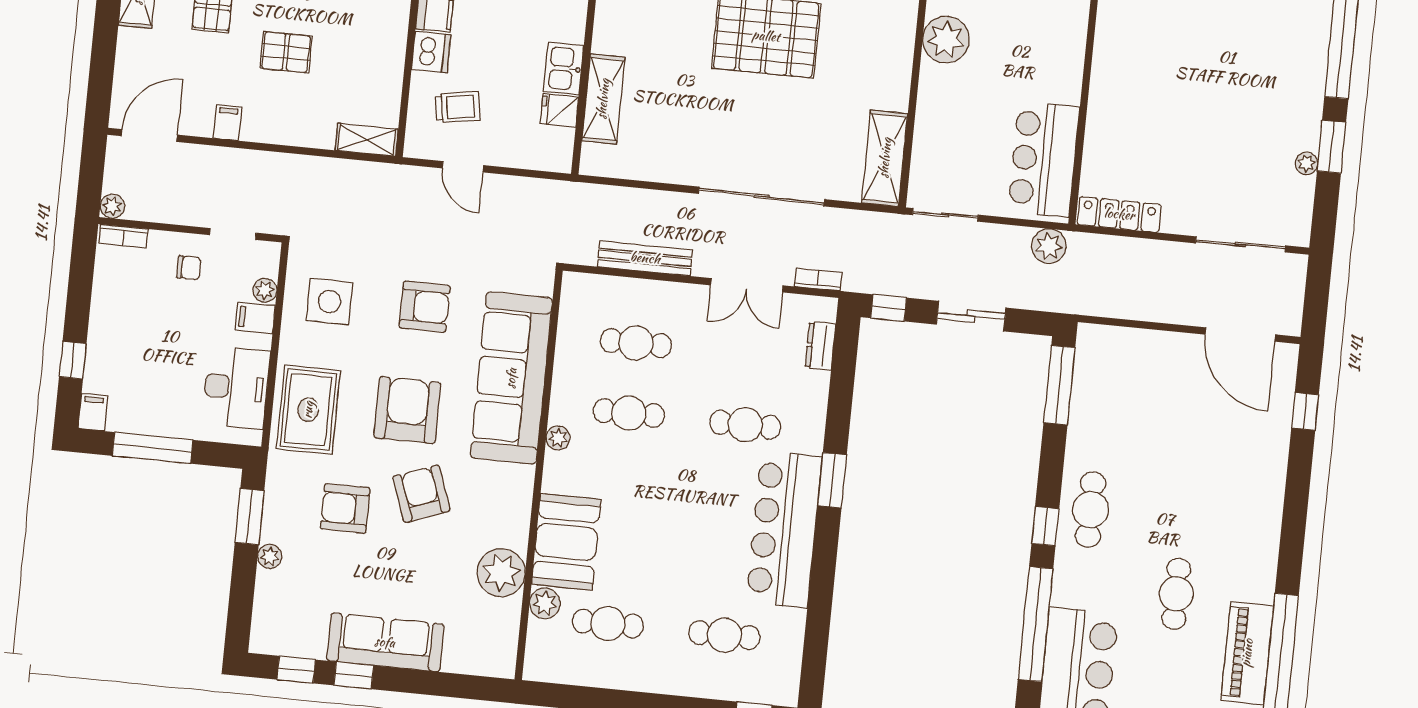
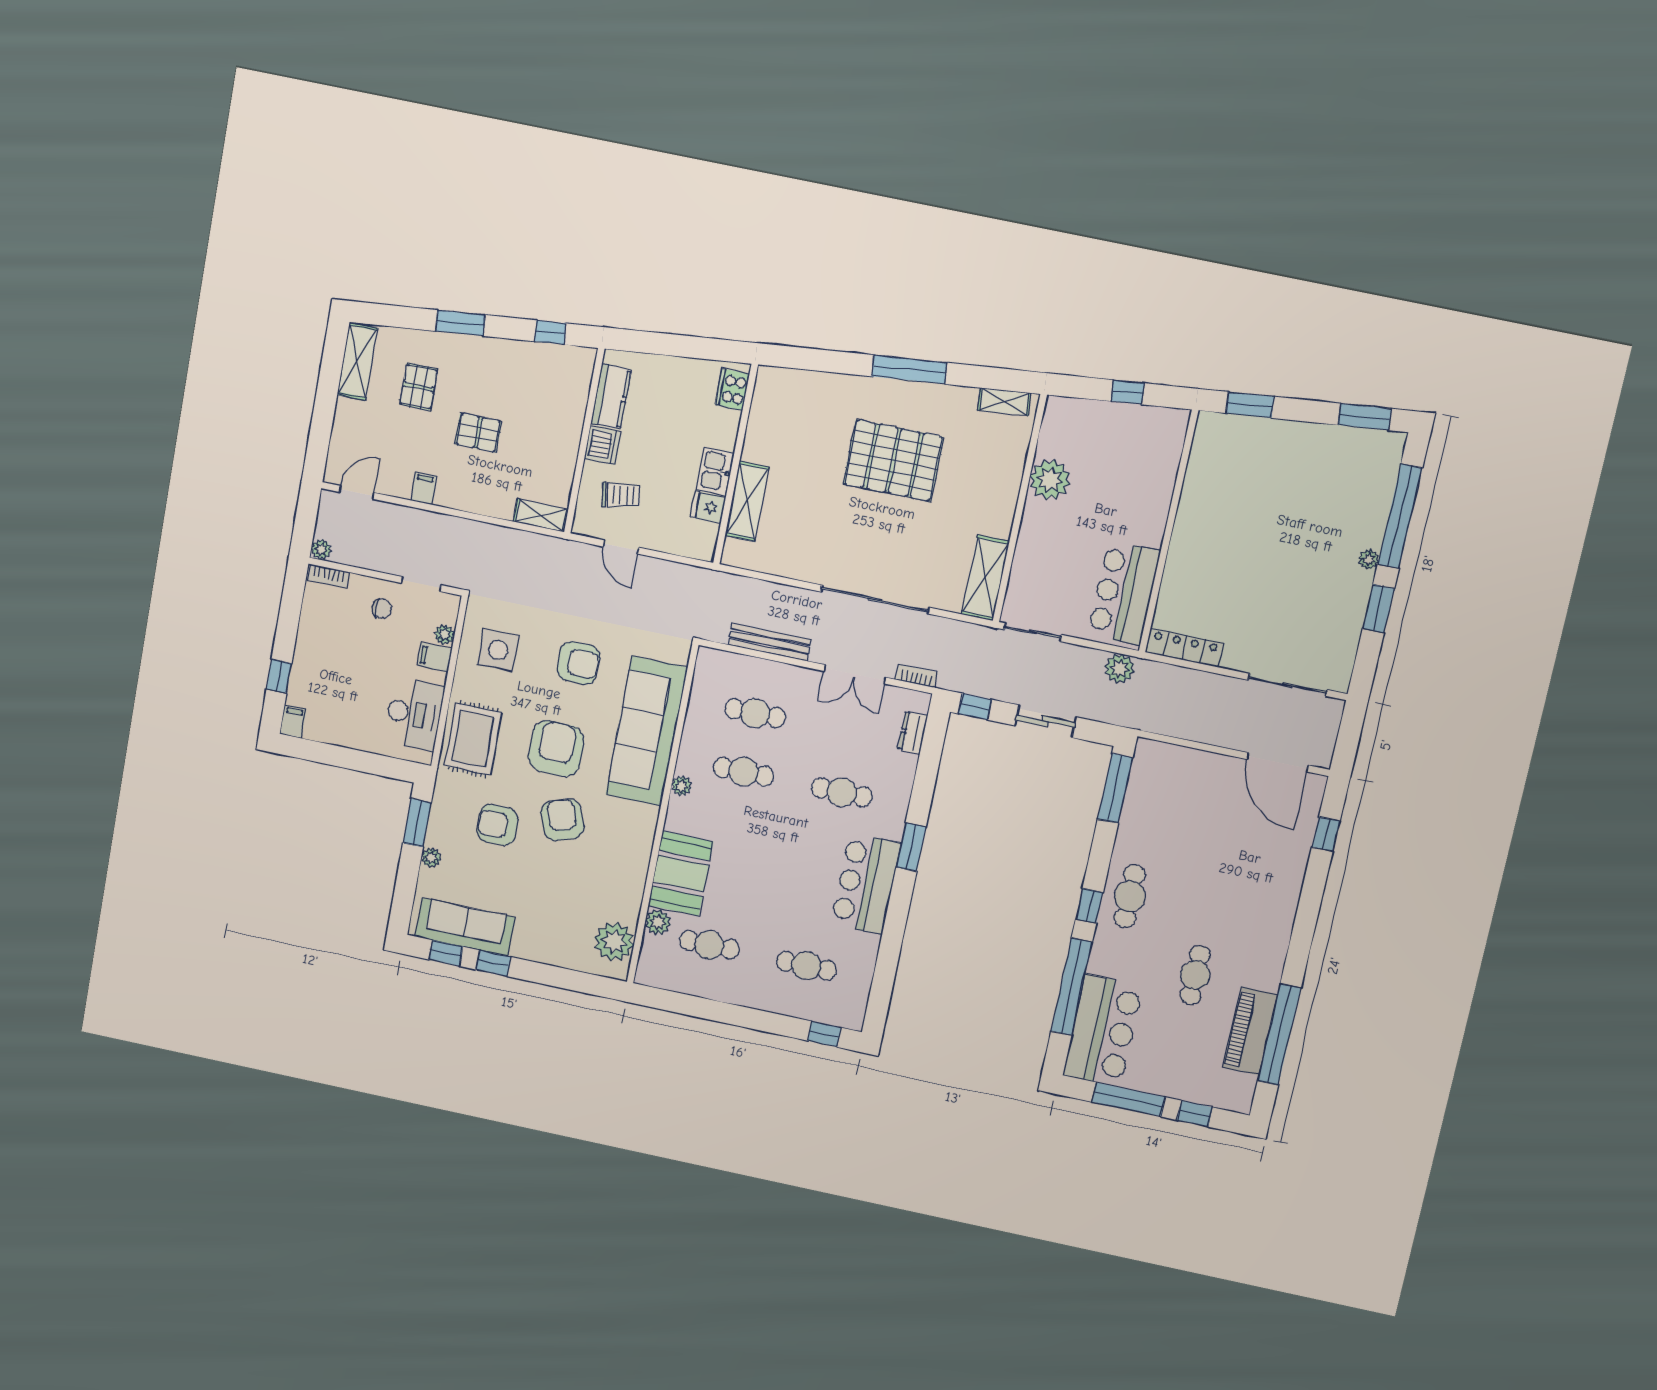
door: (149, 135) -> (357, 492), width x0.73
plant: (1307, 163) -> (1369, 559), moved
window: (153, 448) -> (340, 757), removed
bar counter: (784, 529) -> (866, 884), width x0.73
plant: (501, 573) -> (614, 942), moved
sofa: (385, 642) -> (465, 927), moved

